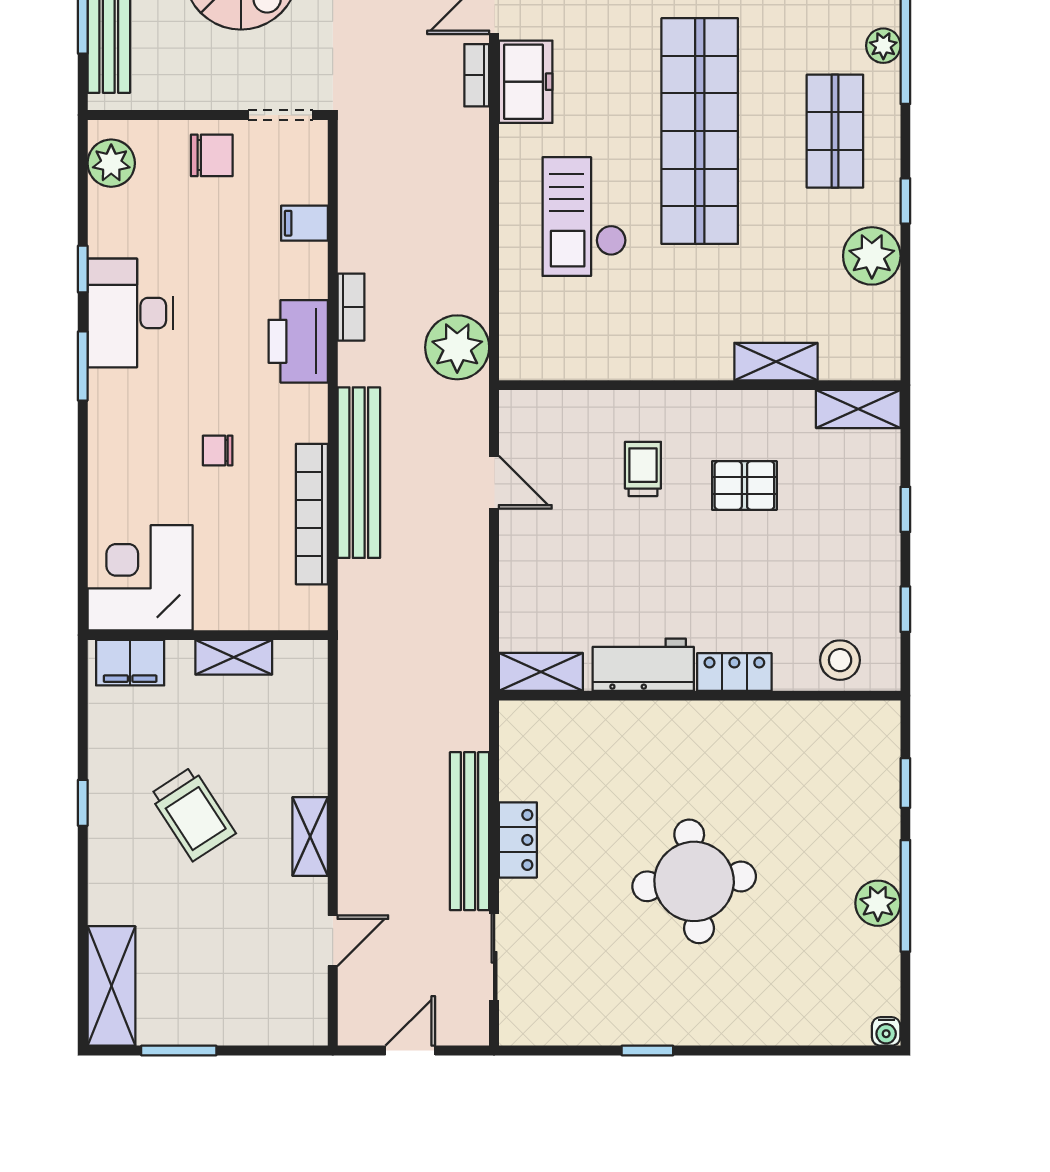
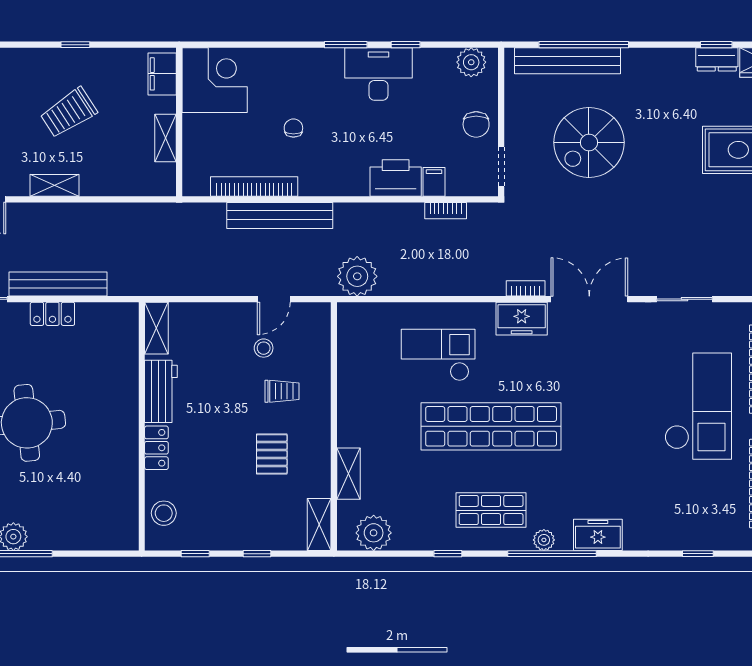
plant: (872, 256) -> (374, 533), moved
bookcase: (351, 307) -> (446, 211), moved
printer: (298, 341) -> (396, 178), moved
stool: (573, 499) -> (264, 348), added
window: (905, 783) -> (88, 554), removed

